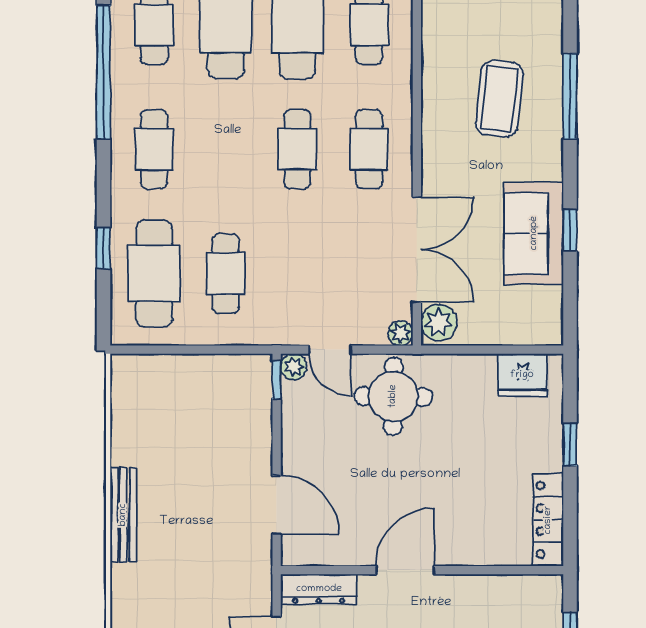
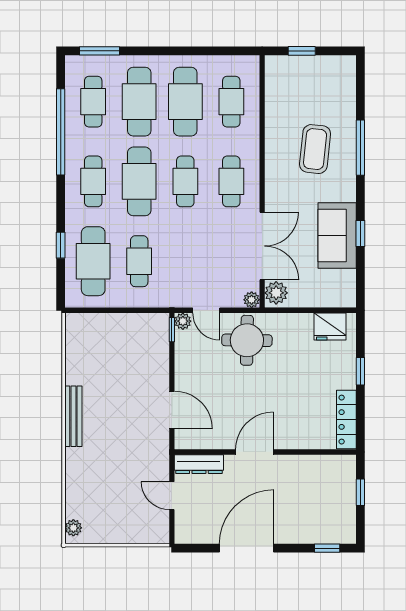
cafe table: (226, 149) -> (139, 181), added

